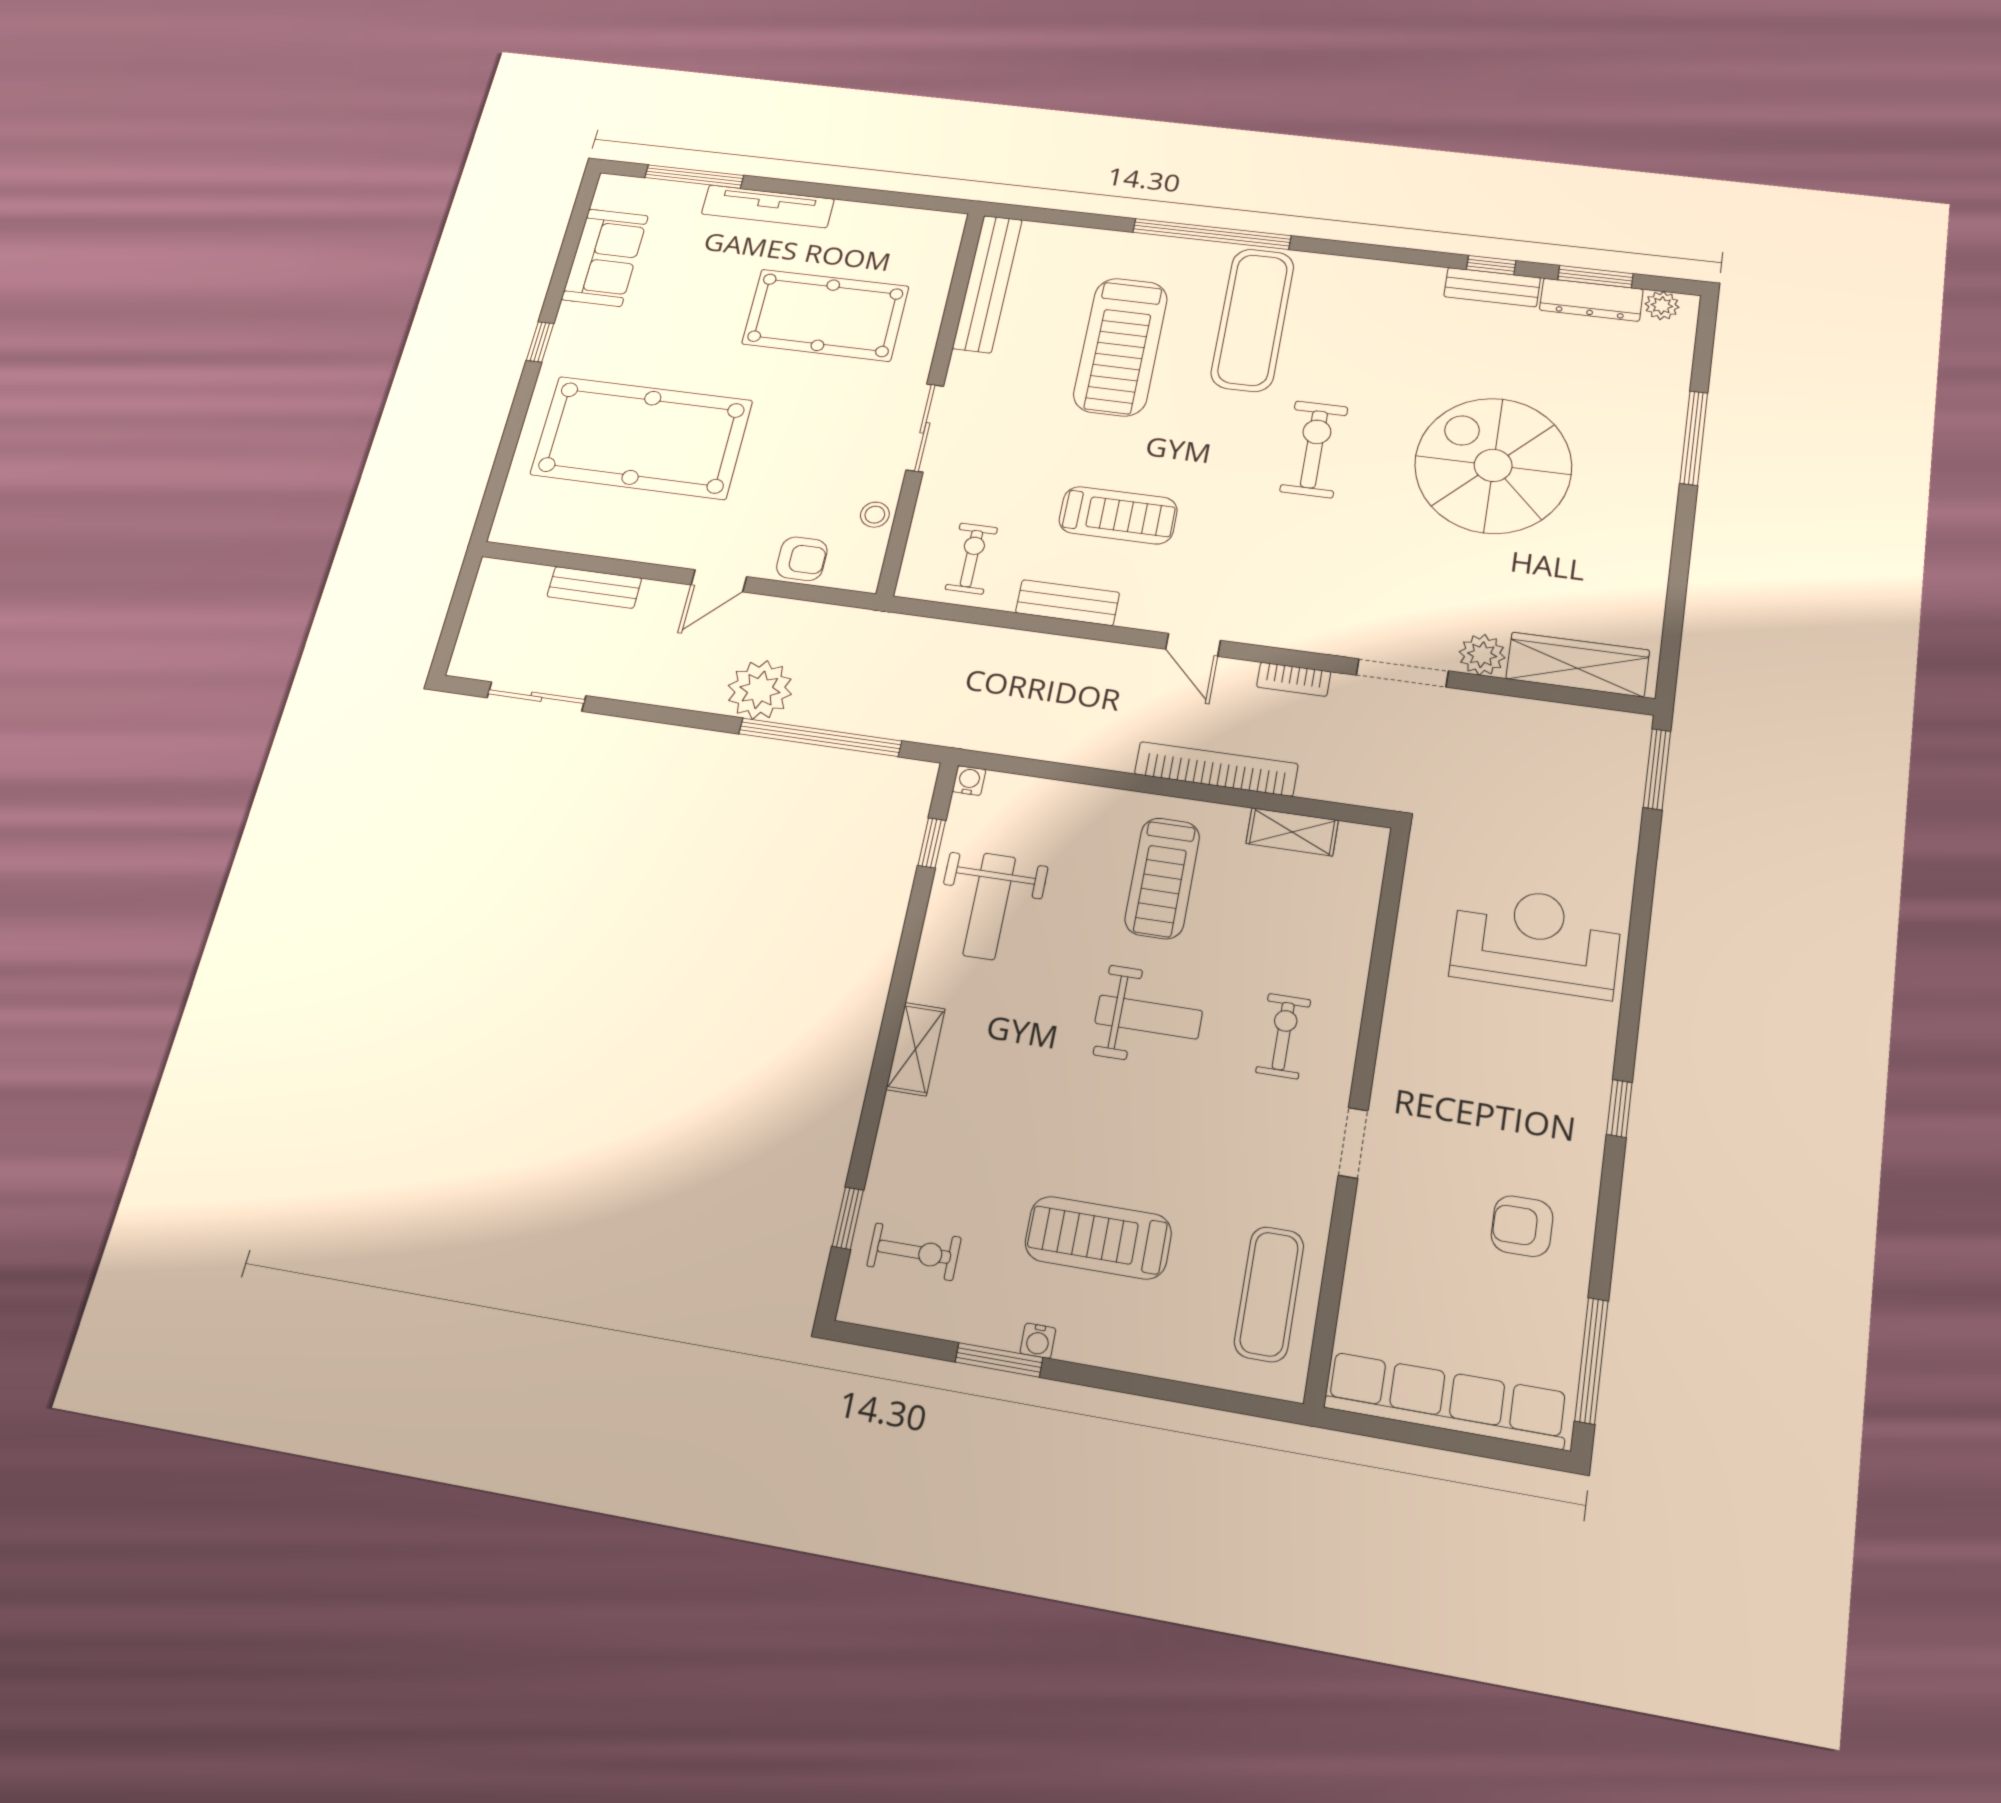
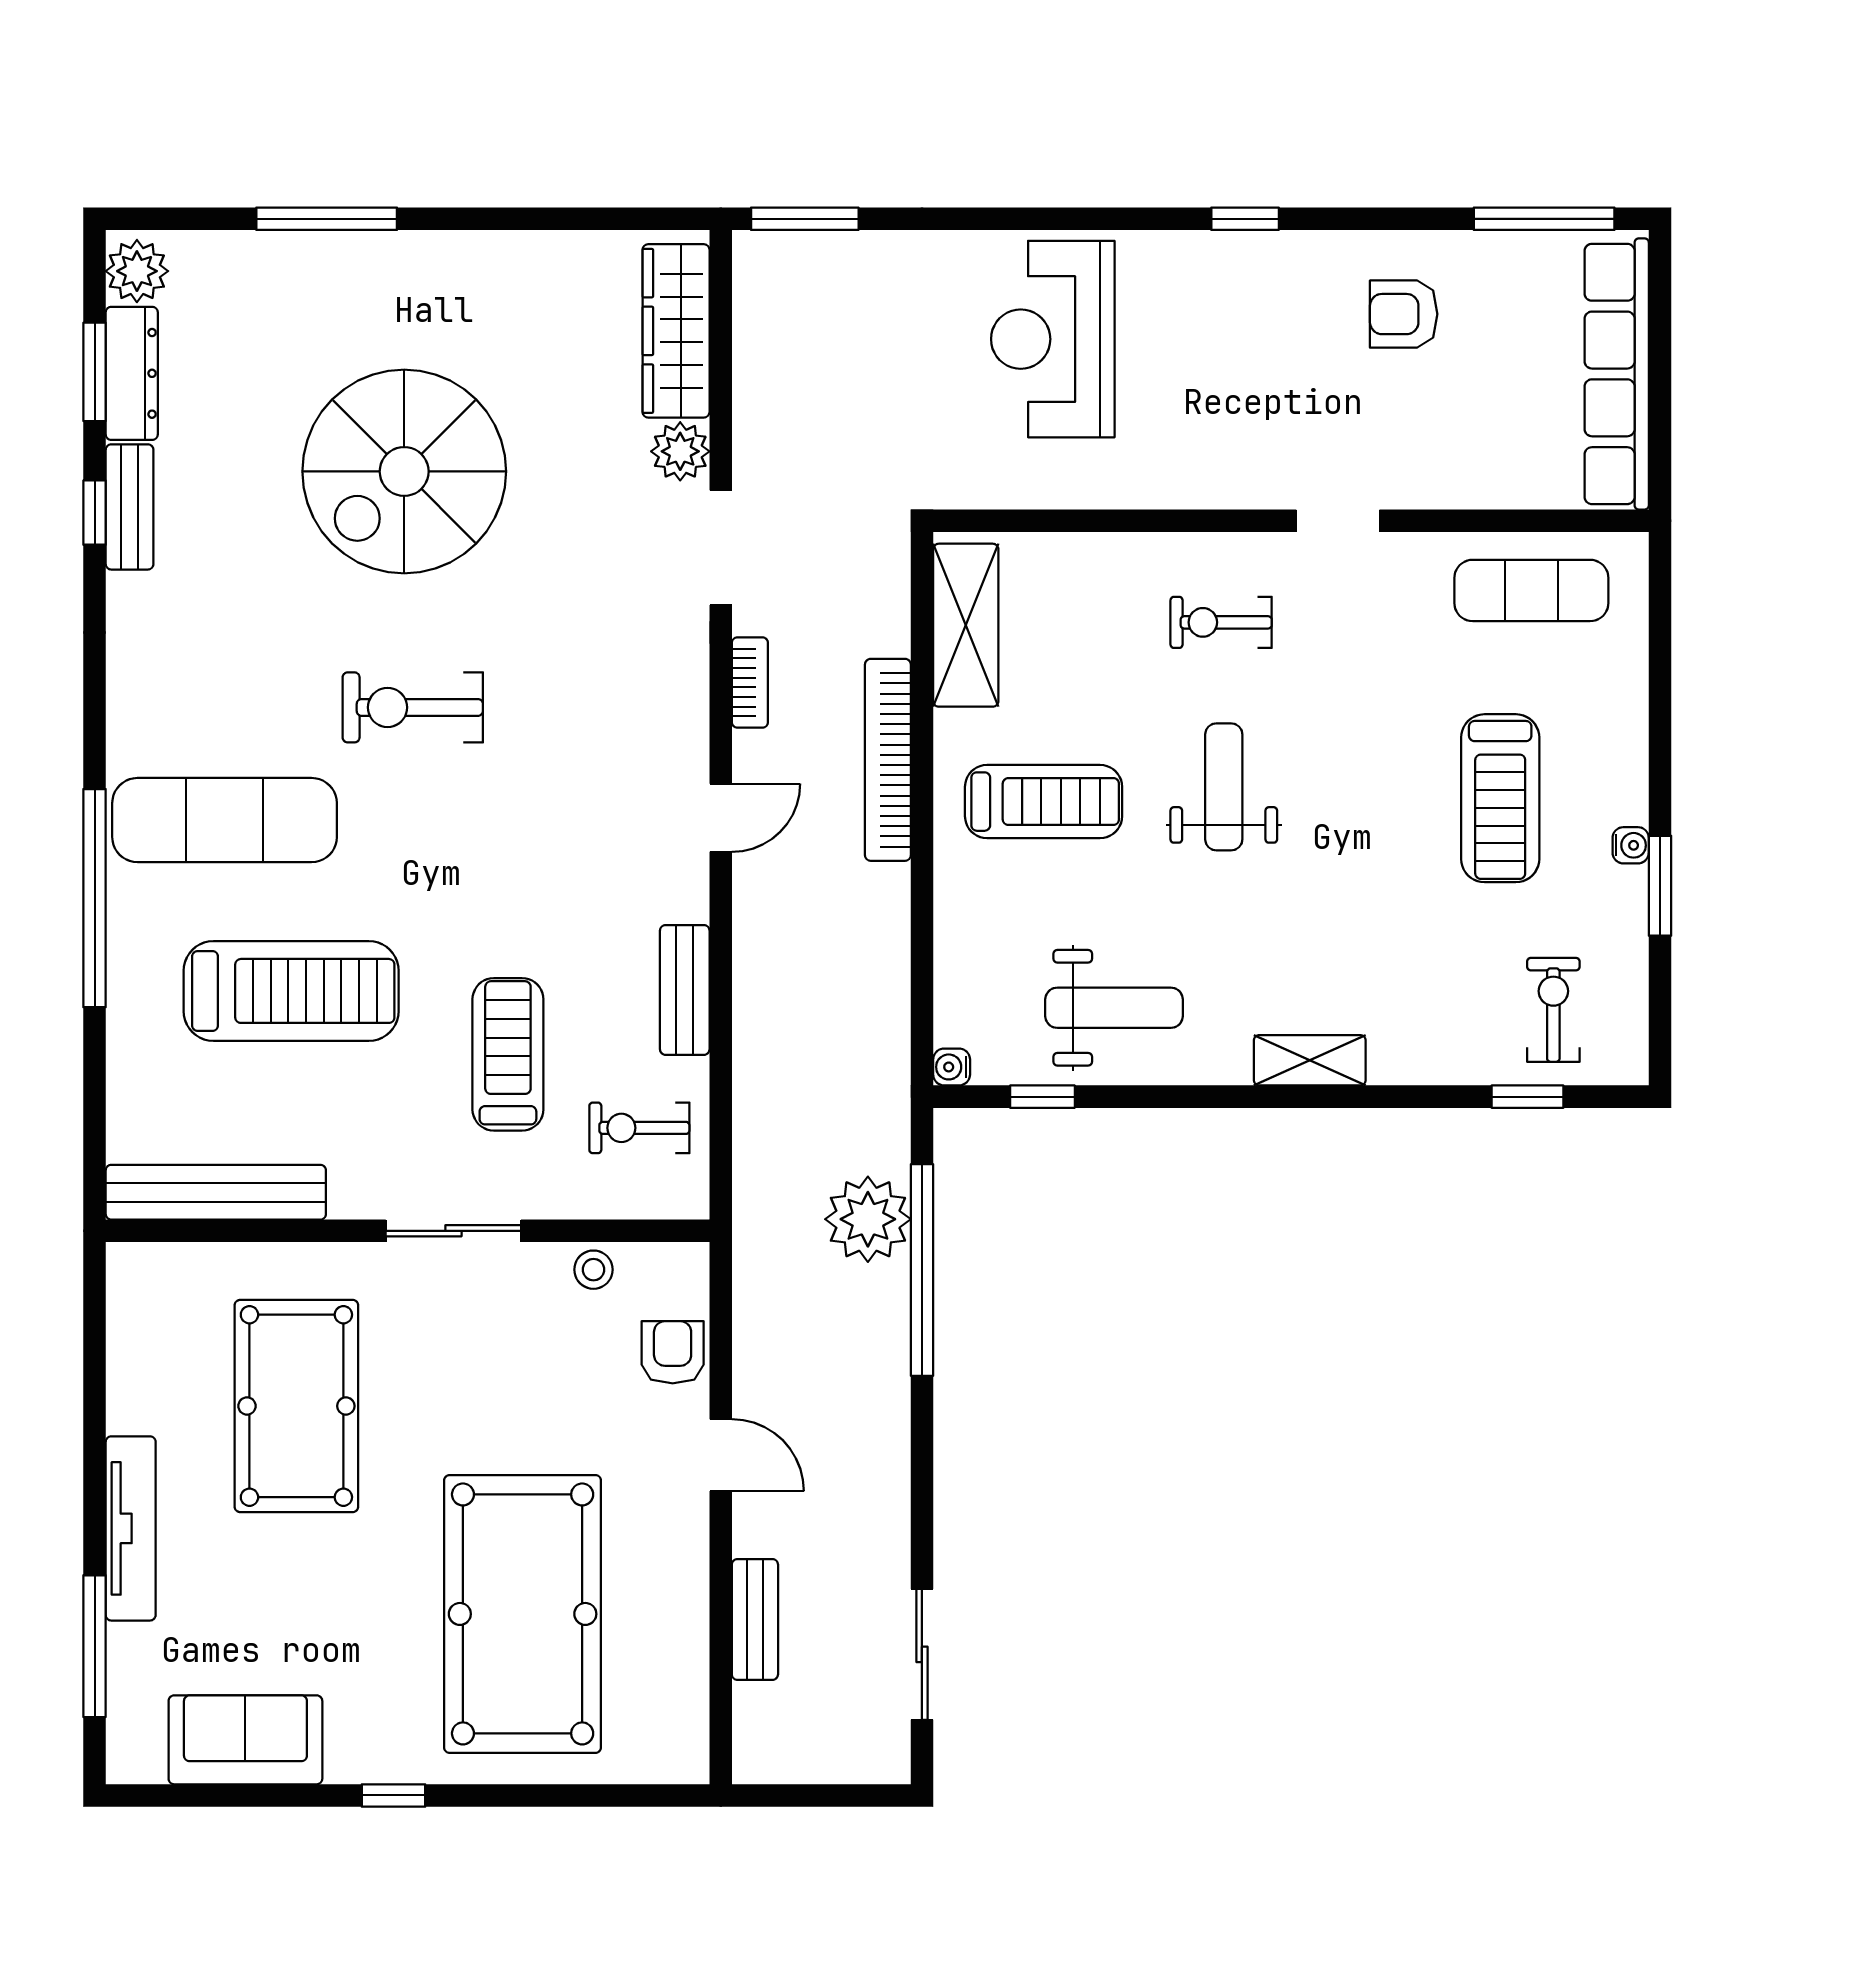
plant: (1662, 305) -> (137, 271), width x1.38, depth x1.38
treadmill: (1118, 515) -> (508, 1054), moved
plant: (760, 690) -> (868, 1219), moved
shelving: (1292, 832) -> (966, 625), width x1.50, depth x1.33
armchair: (1522, 1226) -> (1404, 314), turned 90

